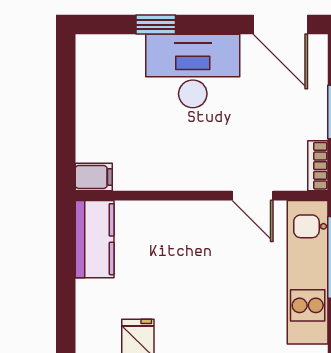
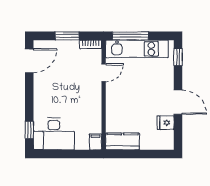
window: (156, 25) -> (29, 130), moved
desk: (193, 71) -> (54, 134), moved, turned -90

